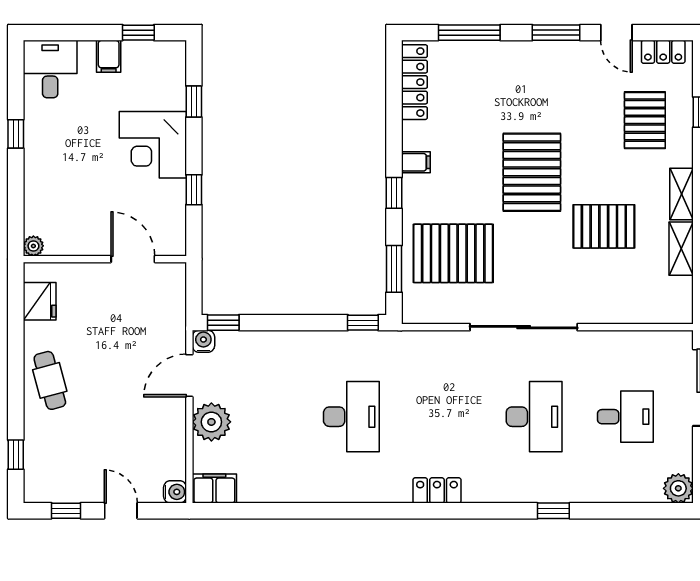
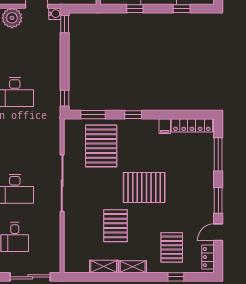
pallet: (645, 120) -> (172, 247), turned 90
filing cabinet: (416, 162) -> (165, 126), moved

